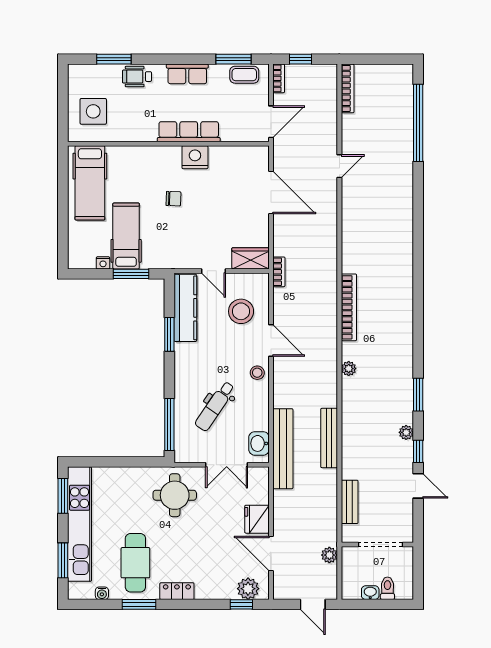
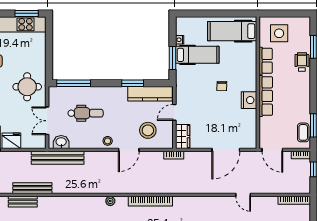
row of seats: (187, 74) -> (266, 61), moved, turned 180
dental chair: (215, 406) -> (86, 113), turned 146
bench: (329, 438) -> (32, 188), moved

